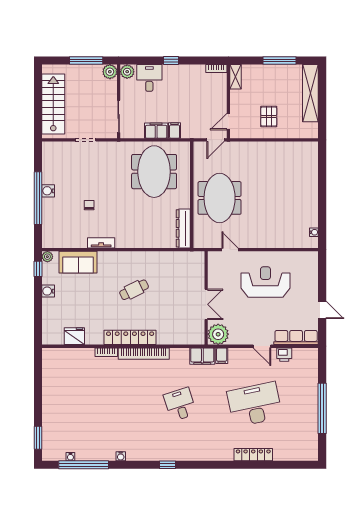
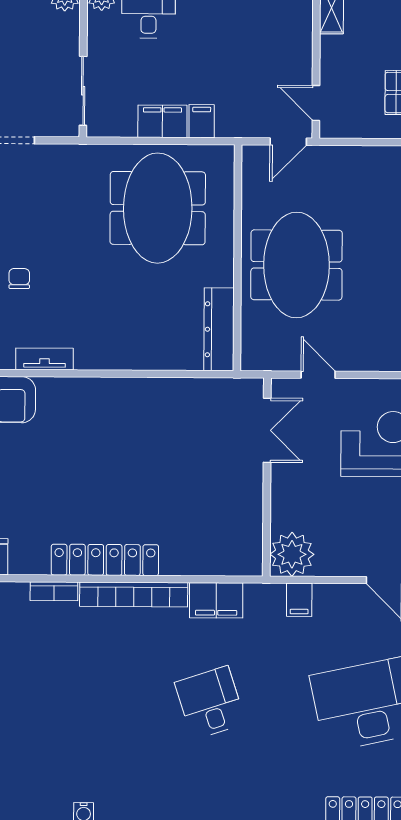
door: (228, 122) -> (316, 103), hinge flipped
cafe table: (134, 290) -> (114, 459), removed
double door: (206, 304) -> (267, 430), moved
filing cabinet: (202, 356) -> (216, 600), moved

